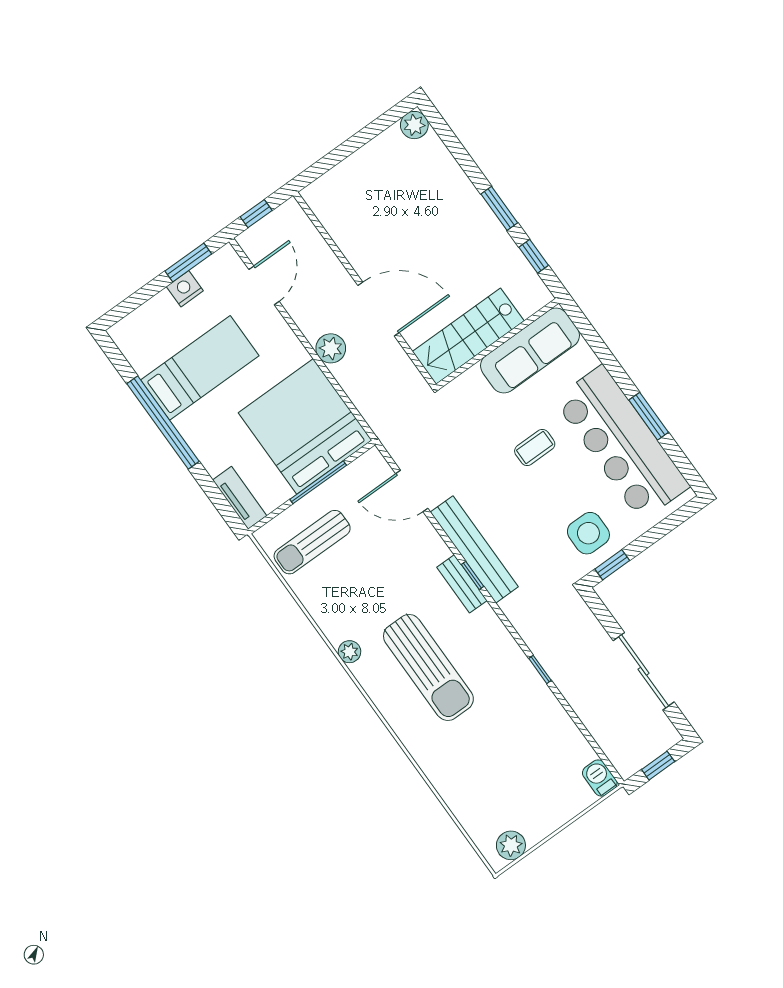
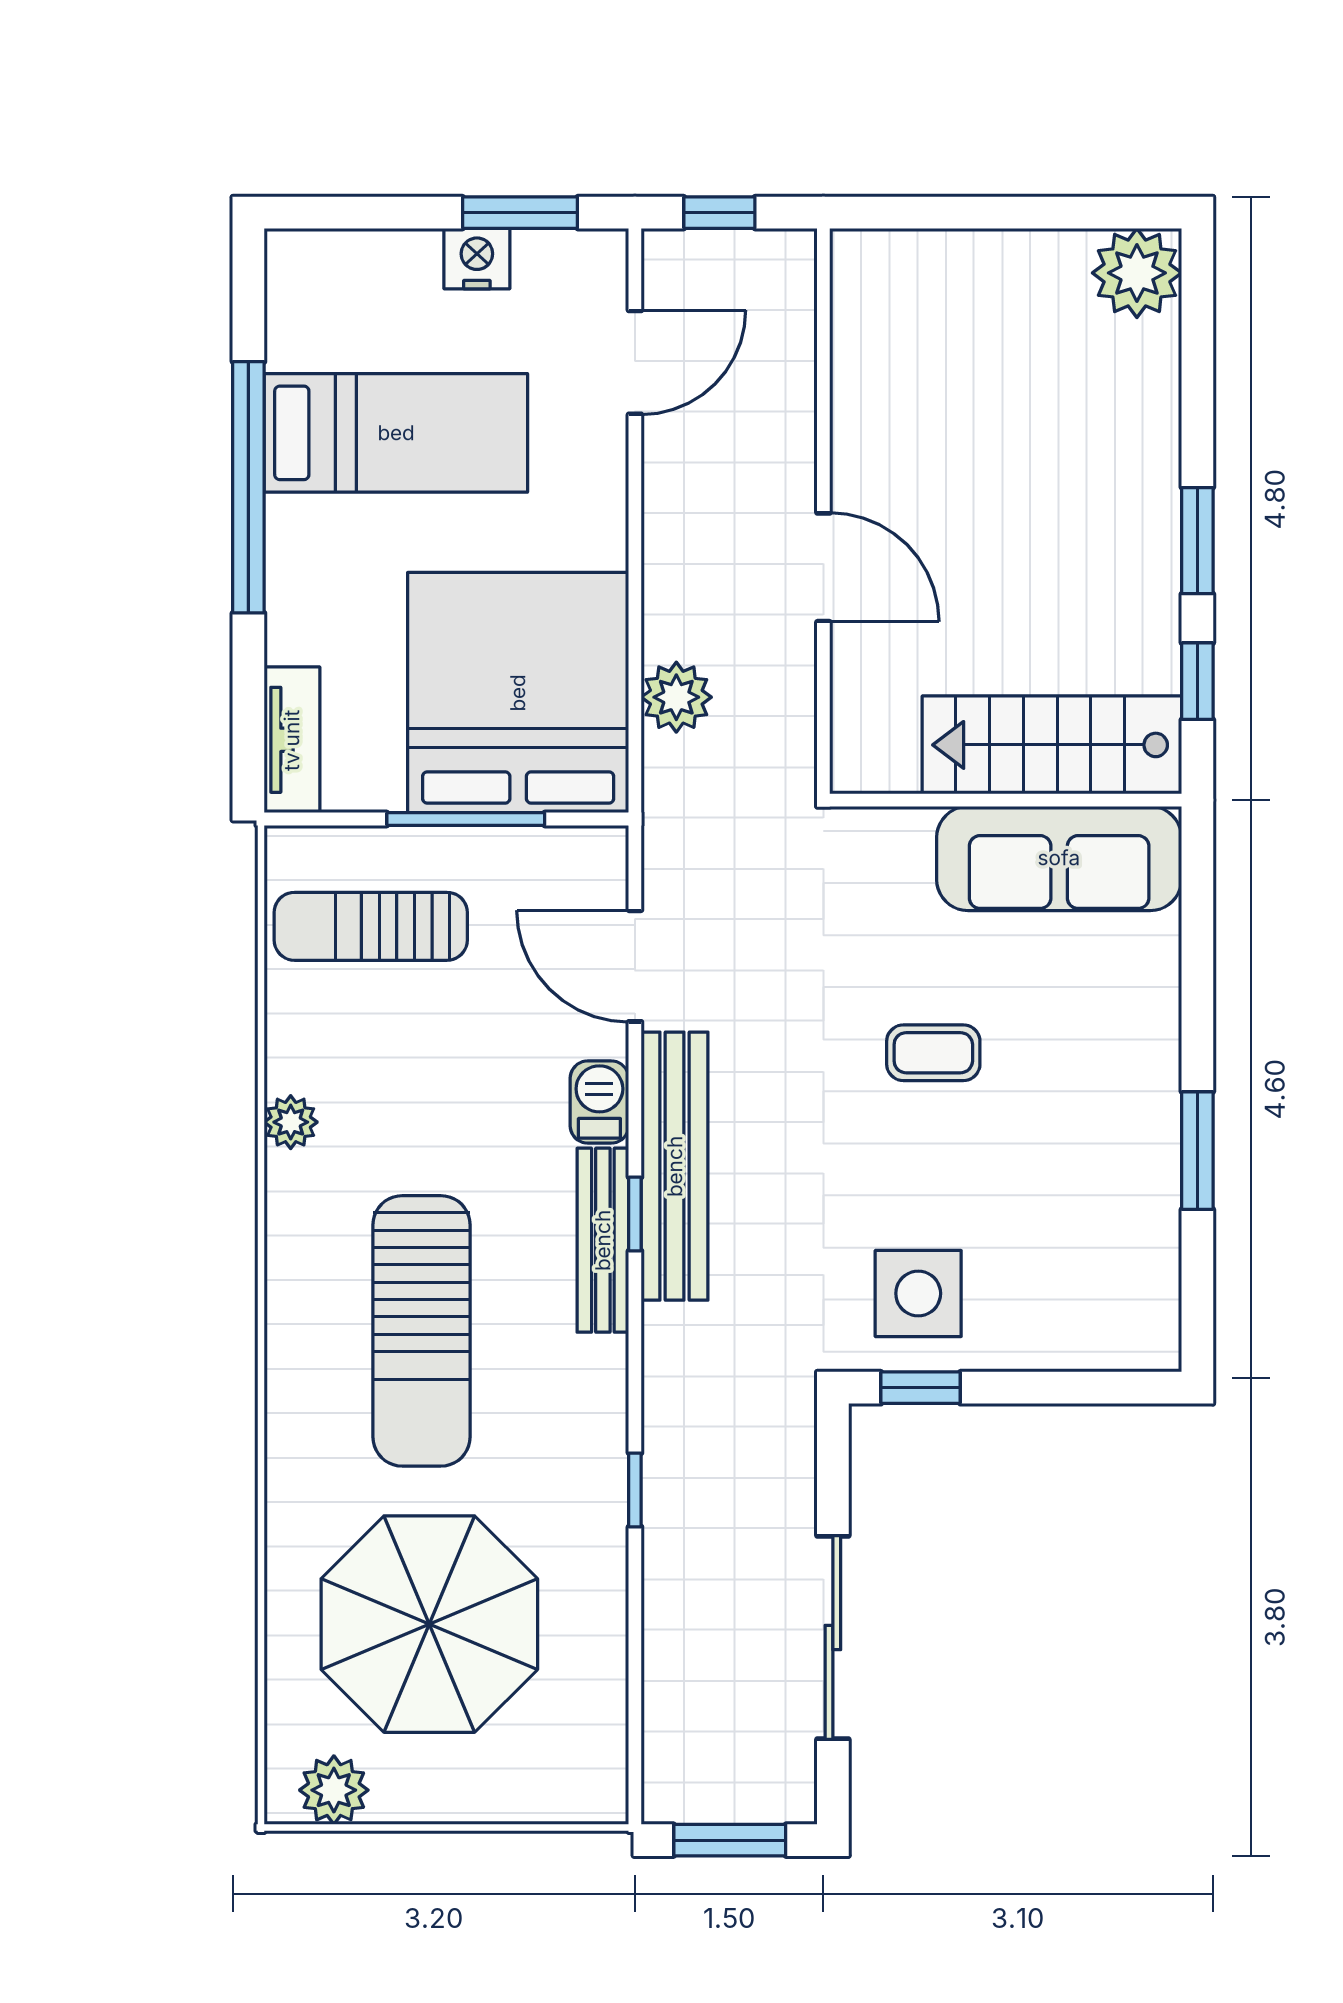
plant: (414, 125) -> (1137, 273), width x1.36, depth x1.36
door: (378, 309) -> (823, 567), width x0.73
stairs: (468, 336) -> (1052, 745), moved
plant: (331, 348) -> (676, 697), moved
bar counter: (622, 443) -> (1108, 1165), removed
bench: (462, 584) -> (603, 1240), width x1.36
plant: (349, 652) -> (291, 1122), moved
parasol: (503, 765) -> (429, 1624), added
window: (658, 766) -> (730, 1840), width x1.50
barbecue: (600, 778) -> (599, 1102), moved

